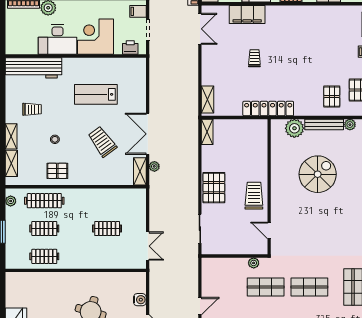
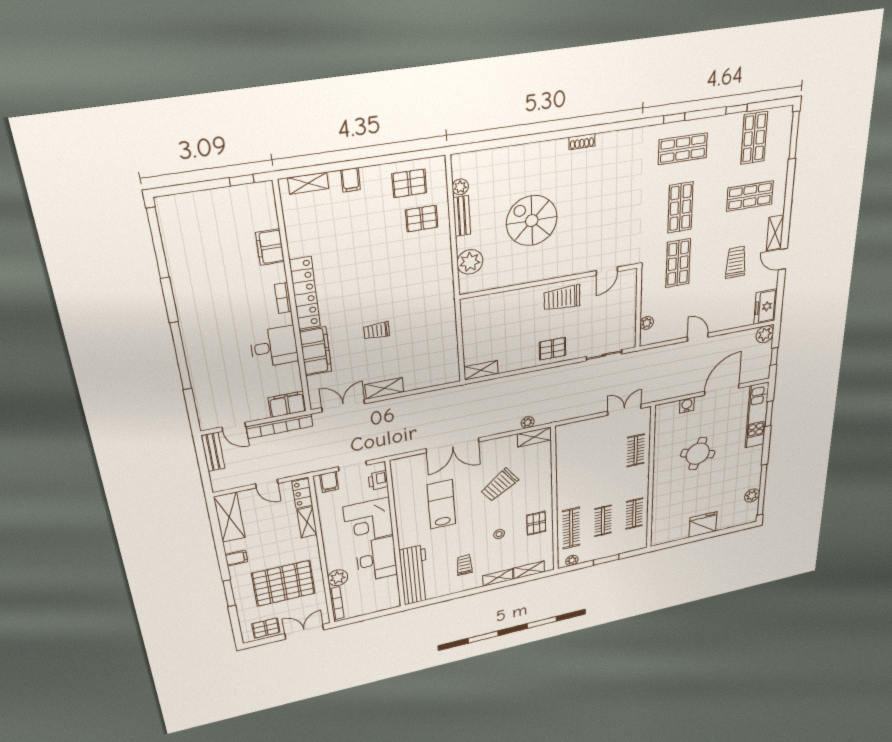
lab bench: (96, 94) -> (441, 504), turned 180
shelving: (208, 99) -> (384, 388), moved
locker: (268, 109) -> (305, 293), moved, turned 180
bench: (324, 124) -> (462, 216), width x0.73
double door: (148, 134) -> (453, 445), moved
pallet: (214, 188) -> (552, 349), width x0.67, depth x0.71
clothes rail: (107, 229) -> (636, 450), moved
plant: (254, 263) -> (647, 323), moved

